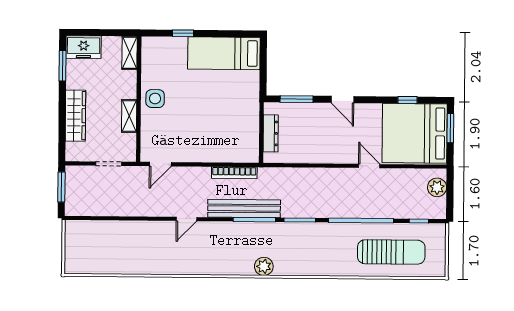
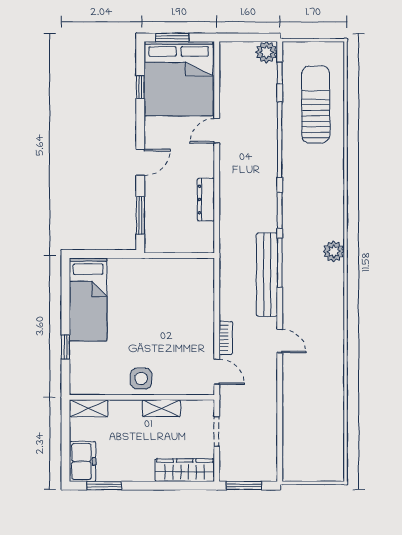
wardrobe: (75, 116) -> (185, 470), moved
dresser: (271, 133) -> (206, 200), moved, turned -90
bookcase: (234, 173) -> (226, 338), moved, width x0.64
plant: (437, 187) -> (266, 52), moved

